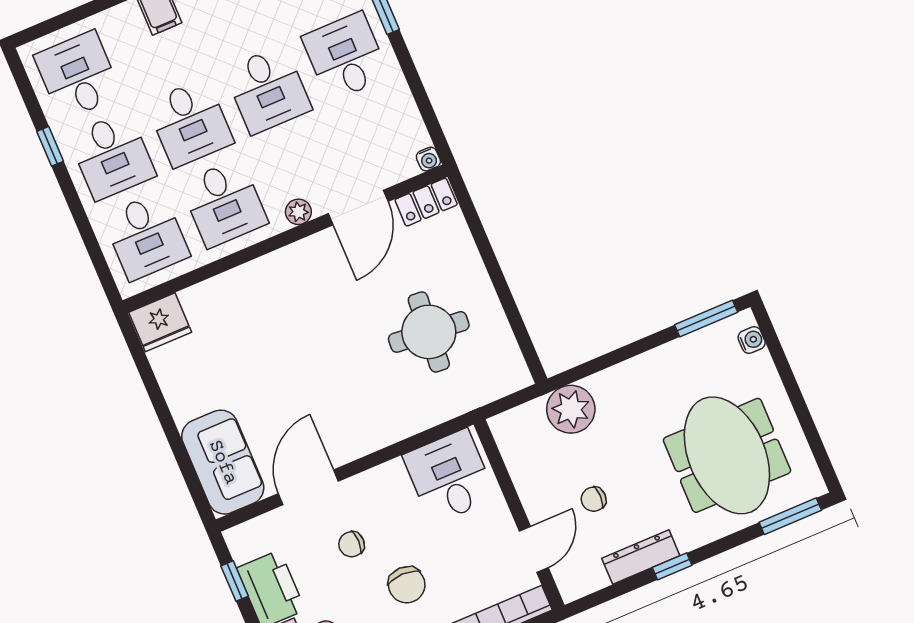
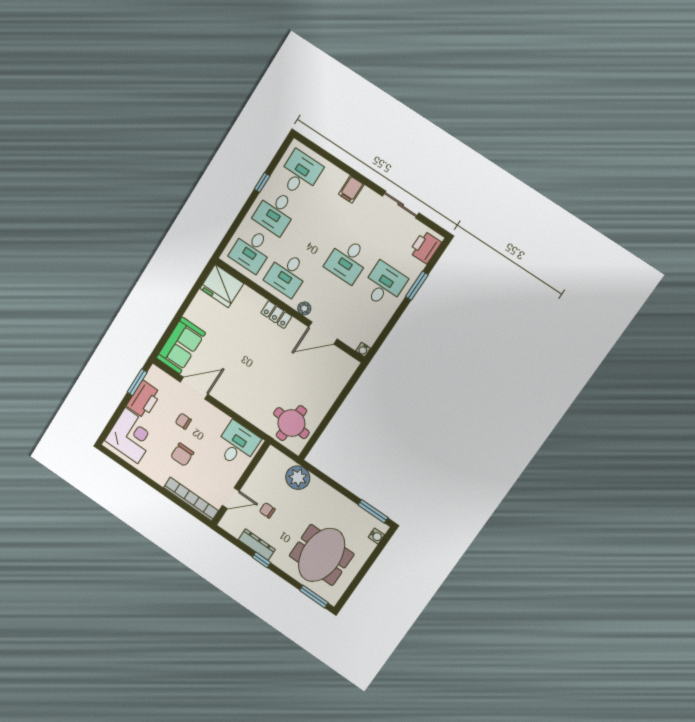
desk: (190, 123) -> (311, 236), removed
locker: (426, 202) -> (276, 315), moved
fridge: (160, 322) -> (222, 286), width x1.36, depth x1.34
round table: (429, 332) -> (291, 423), moved
window: (235, 581) -> (137, 382), width x1.50

